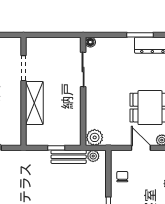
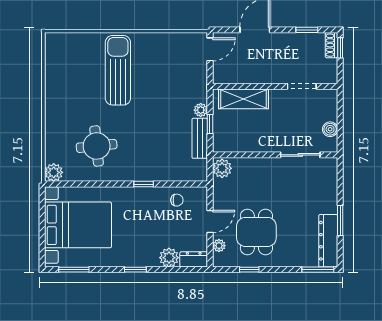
floor lamp: (90, 42) -> (332, 163), removed
boiler: (61, 44) -> (330, 129), added
shelving: (34, 103) -> (243, 99), moved
plant: (93, 156) -> (201, 110), moved

